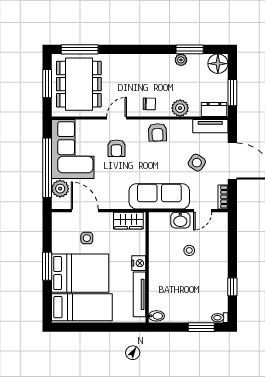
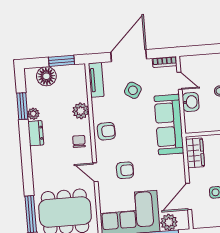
floor lamp: (218, 64) -> (46, 76), moved
dresser: (214, 109) -> (36, 133), moved, turned 180

